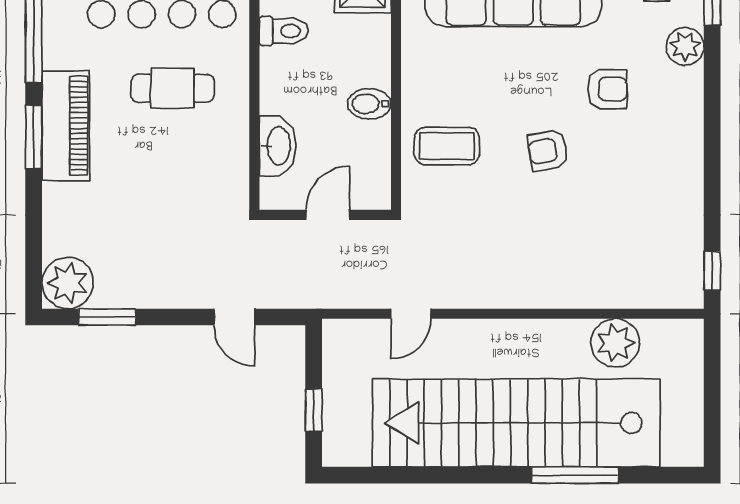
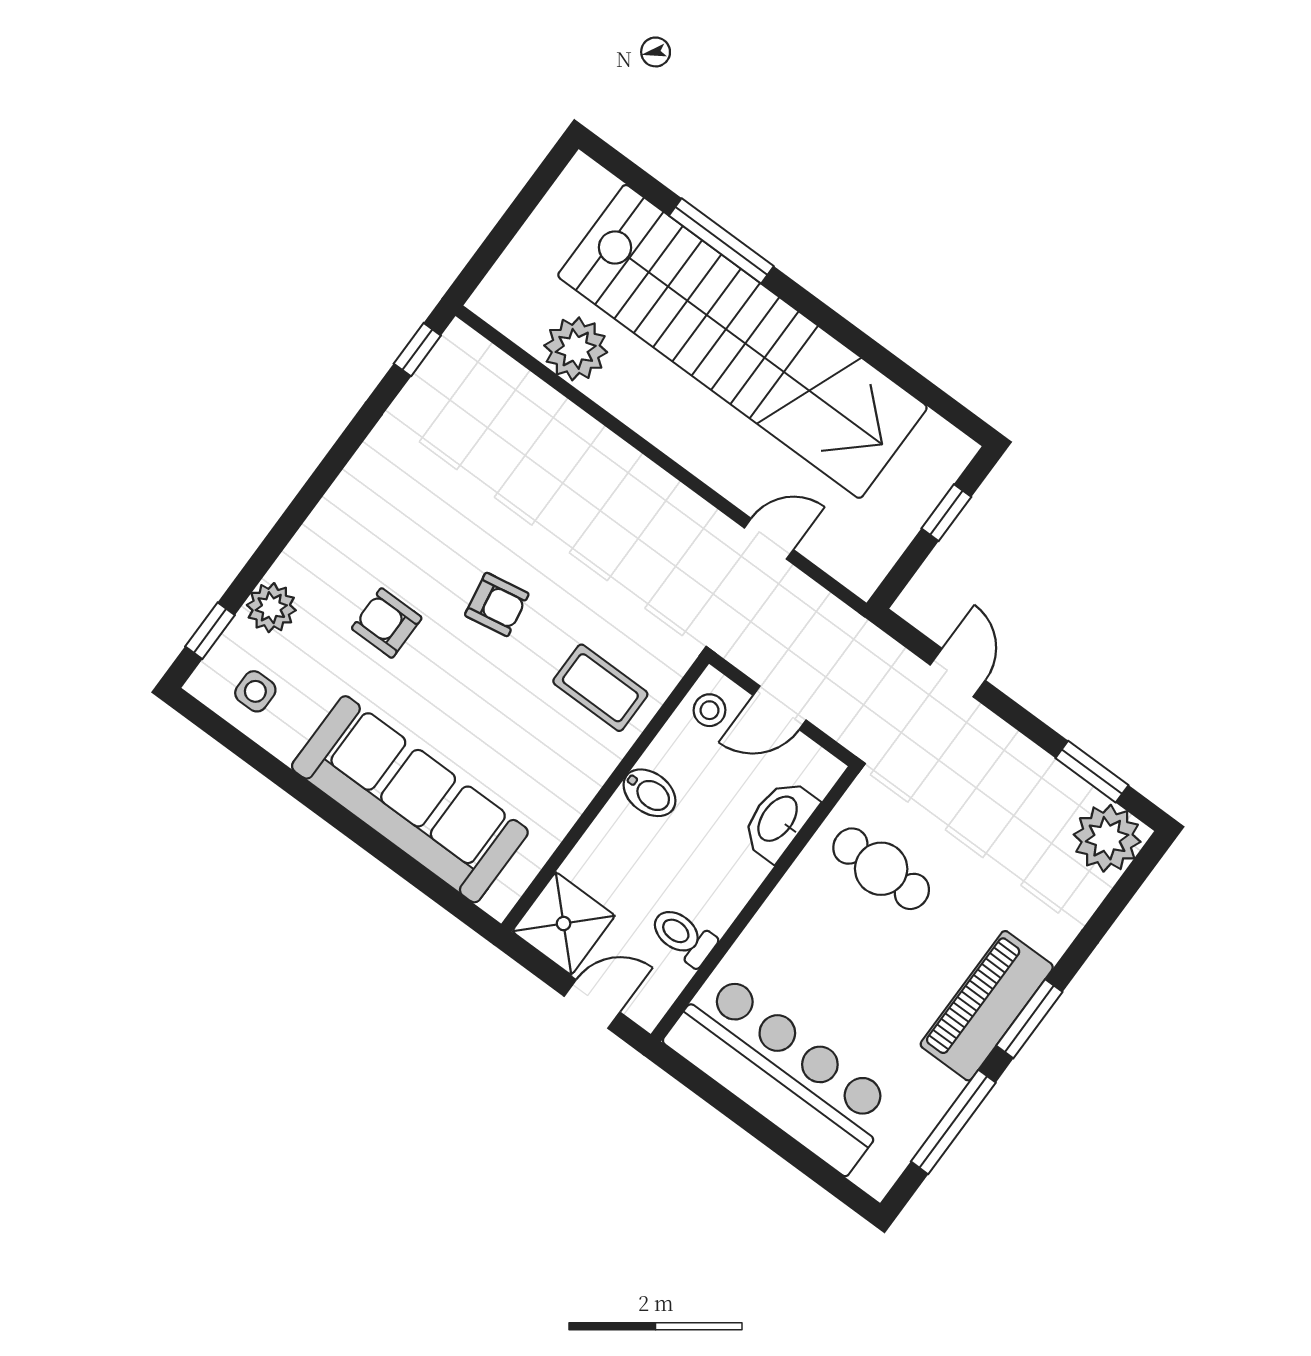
cafe table: (173, 88) -> (881, 869), moved
stool: (370, 182) -> (710, 710), added

